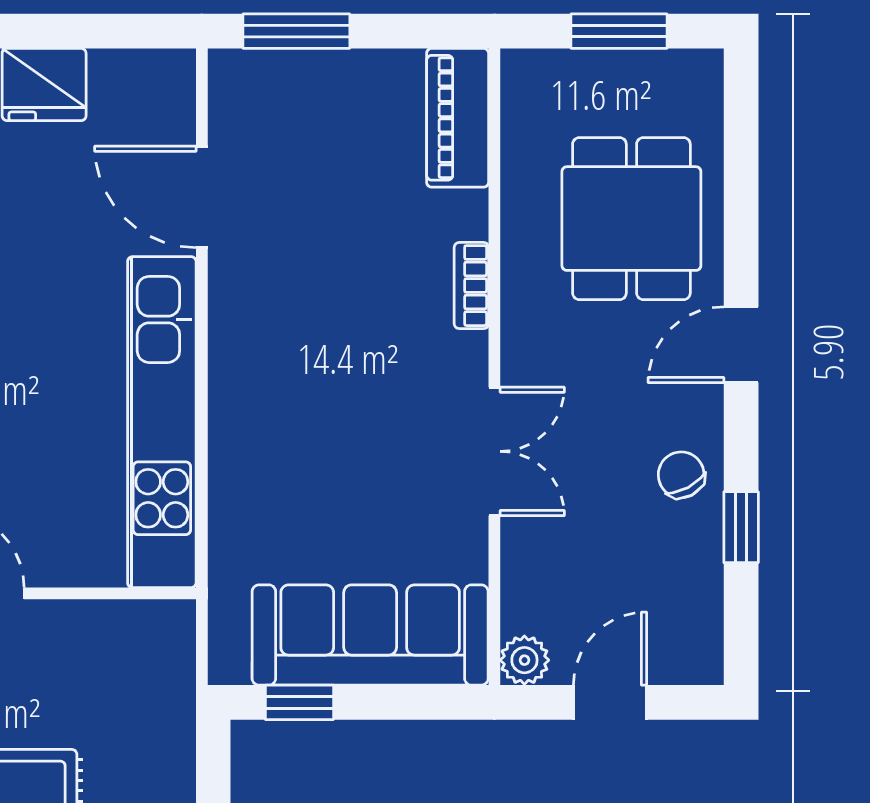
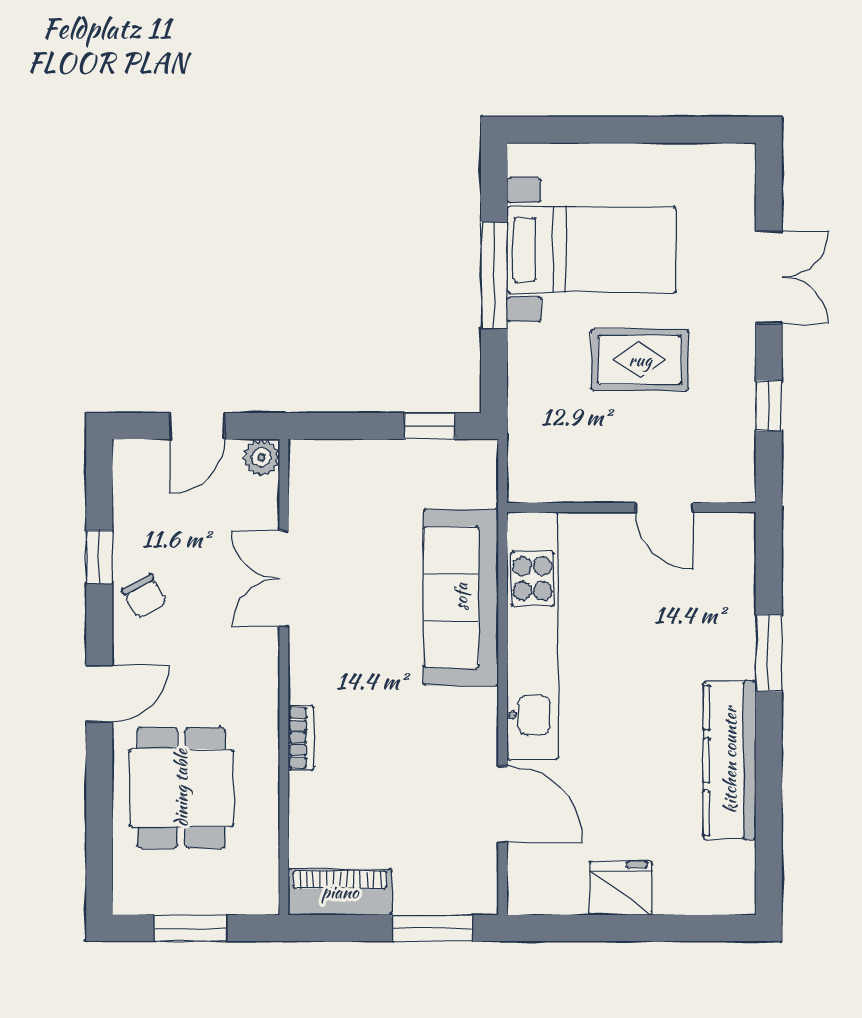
piano: (458, 118) -> (340, 892), moved, turned -90
double door: (494, 451) -> (284, 579), moved
sofa: (370, 635) -> (461, 597), moved, turned 90

